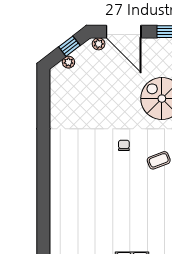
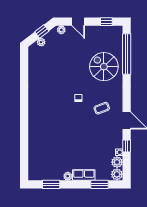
door: (124, 32) -> (78, 22), width x0.53

